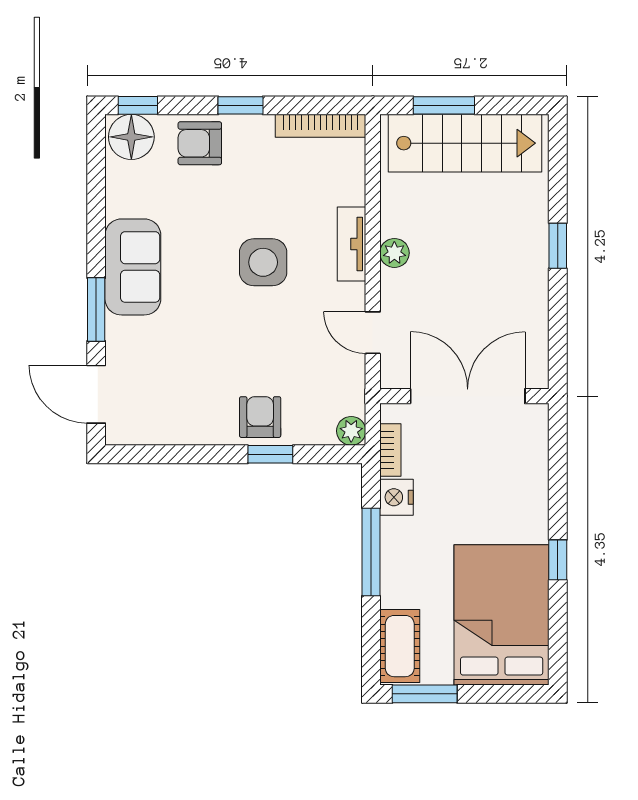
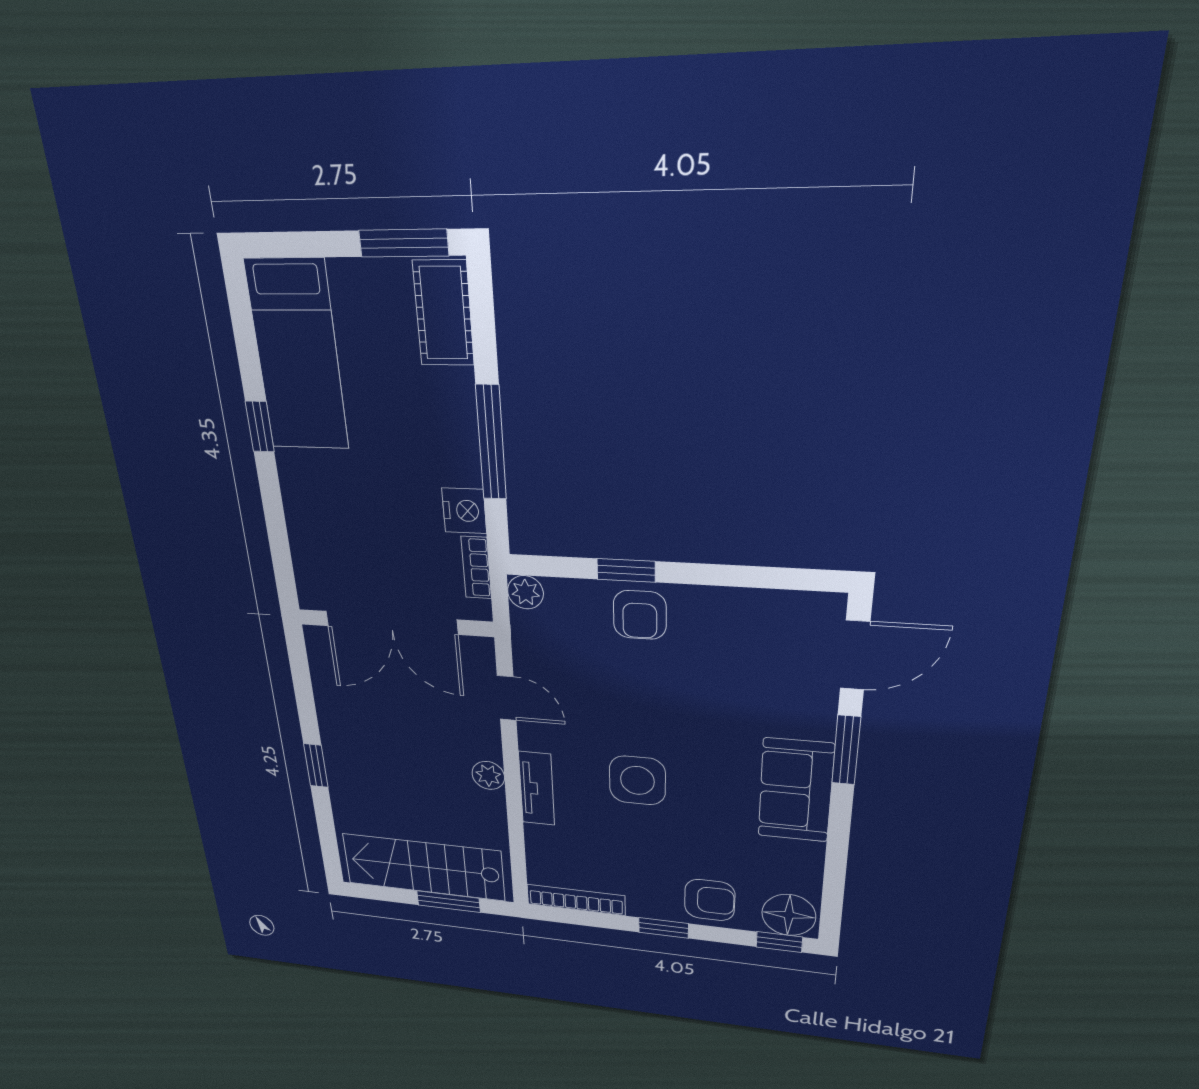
door: (96, 394) -> (855, 655), hinge flipped
bed: (502, 615) -> (297, 356), width x0.67

